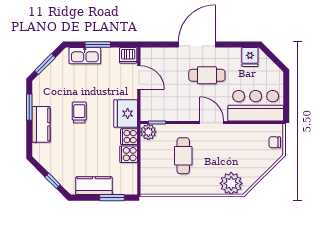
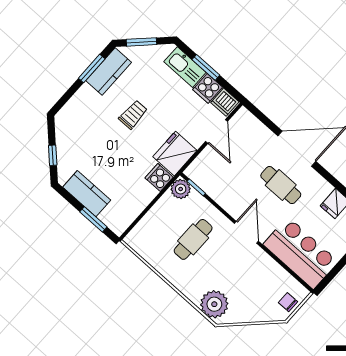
kitchen counter: (41, 124) -> (109, 72), moved
cooker: (129, 154) -> (208, 88), moved, turned -90

